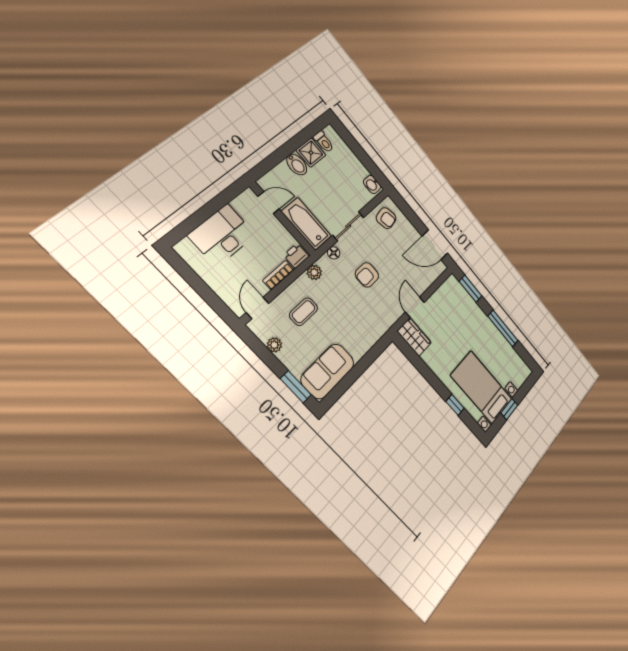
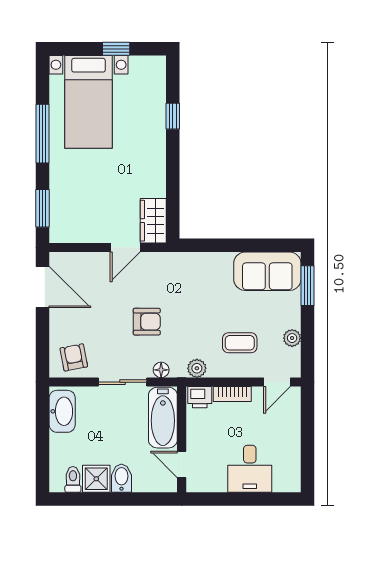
washbasin: (372, 184) -> (62, 411), width x1.91, depth x1.45
desk: (222, 235) -> (250, 469), width x0.73
bed with nightstands: (482, 387) -> (89, 102), moved

